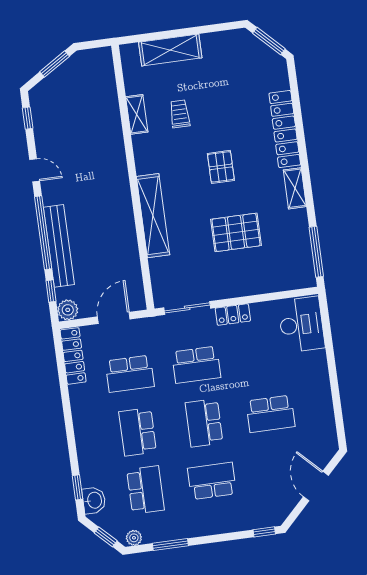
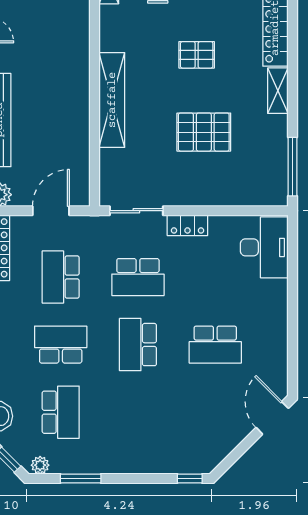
pallet: (221, 167) -> (197, 55), turned 90
school desk: (130, 374) -> (61, 277), turned 90
school desk: (138, 432) -> (61, 345), turned 90
school desk: (212, 481) -> (138, 412), removed
door: (316, 486) -> (272, 418), moved

